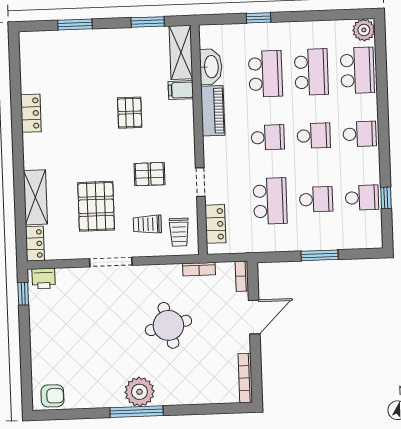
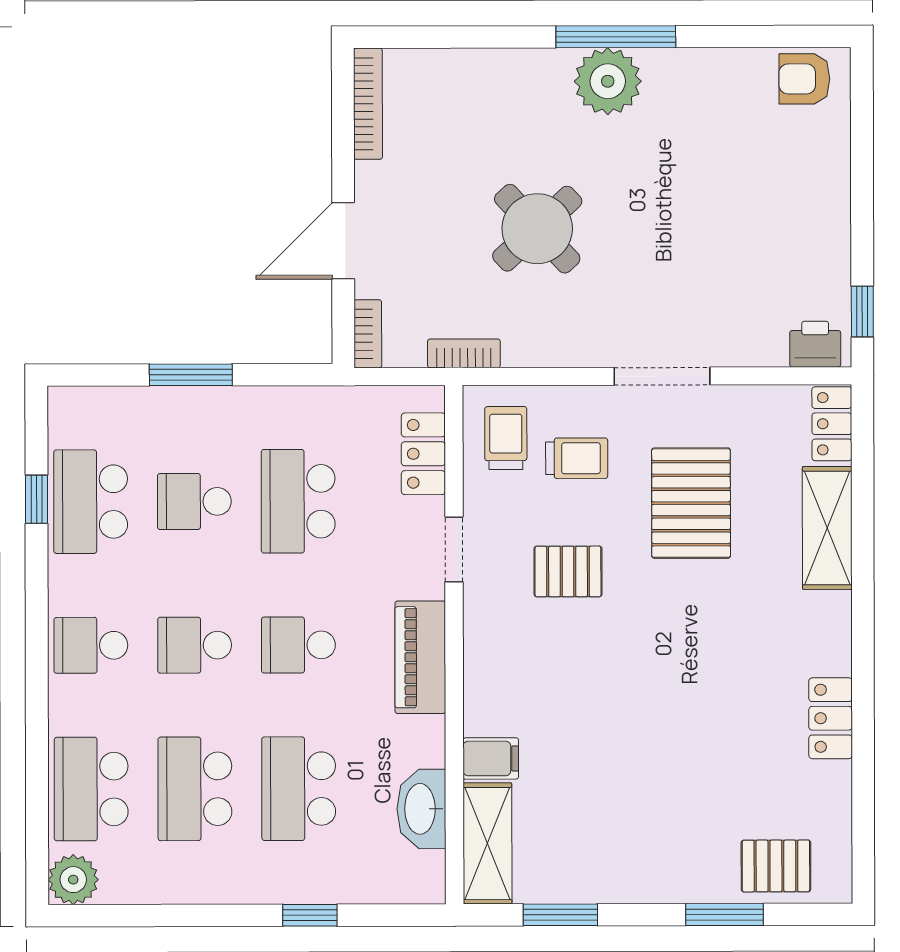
piano: (213, 111) -> (420, 657), moved
pallet: (130, 113) -> (776, 866), moved, turned 90
school desk: (362, 198) -> (91, 502), width x1.85
round table: (168, 325) -> (537, 229), turned -30

